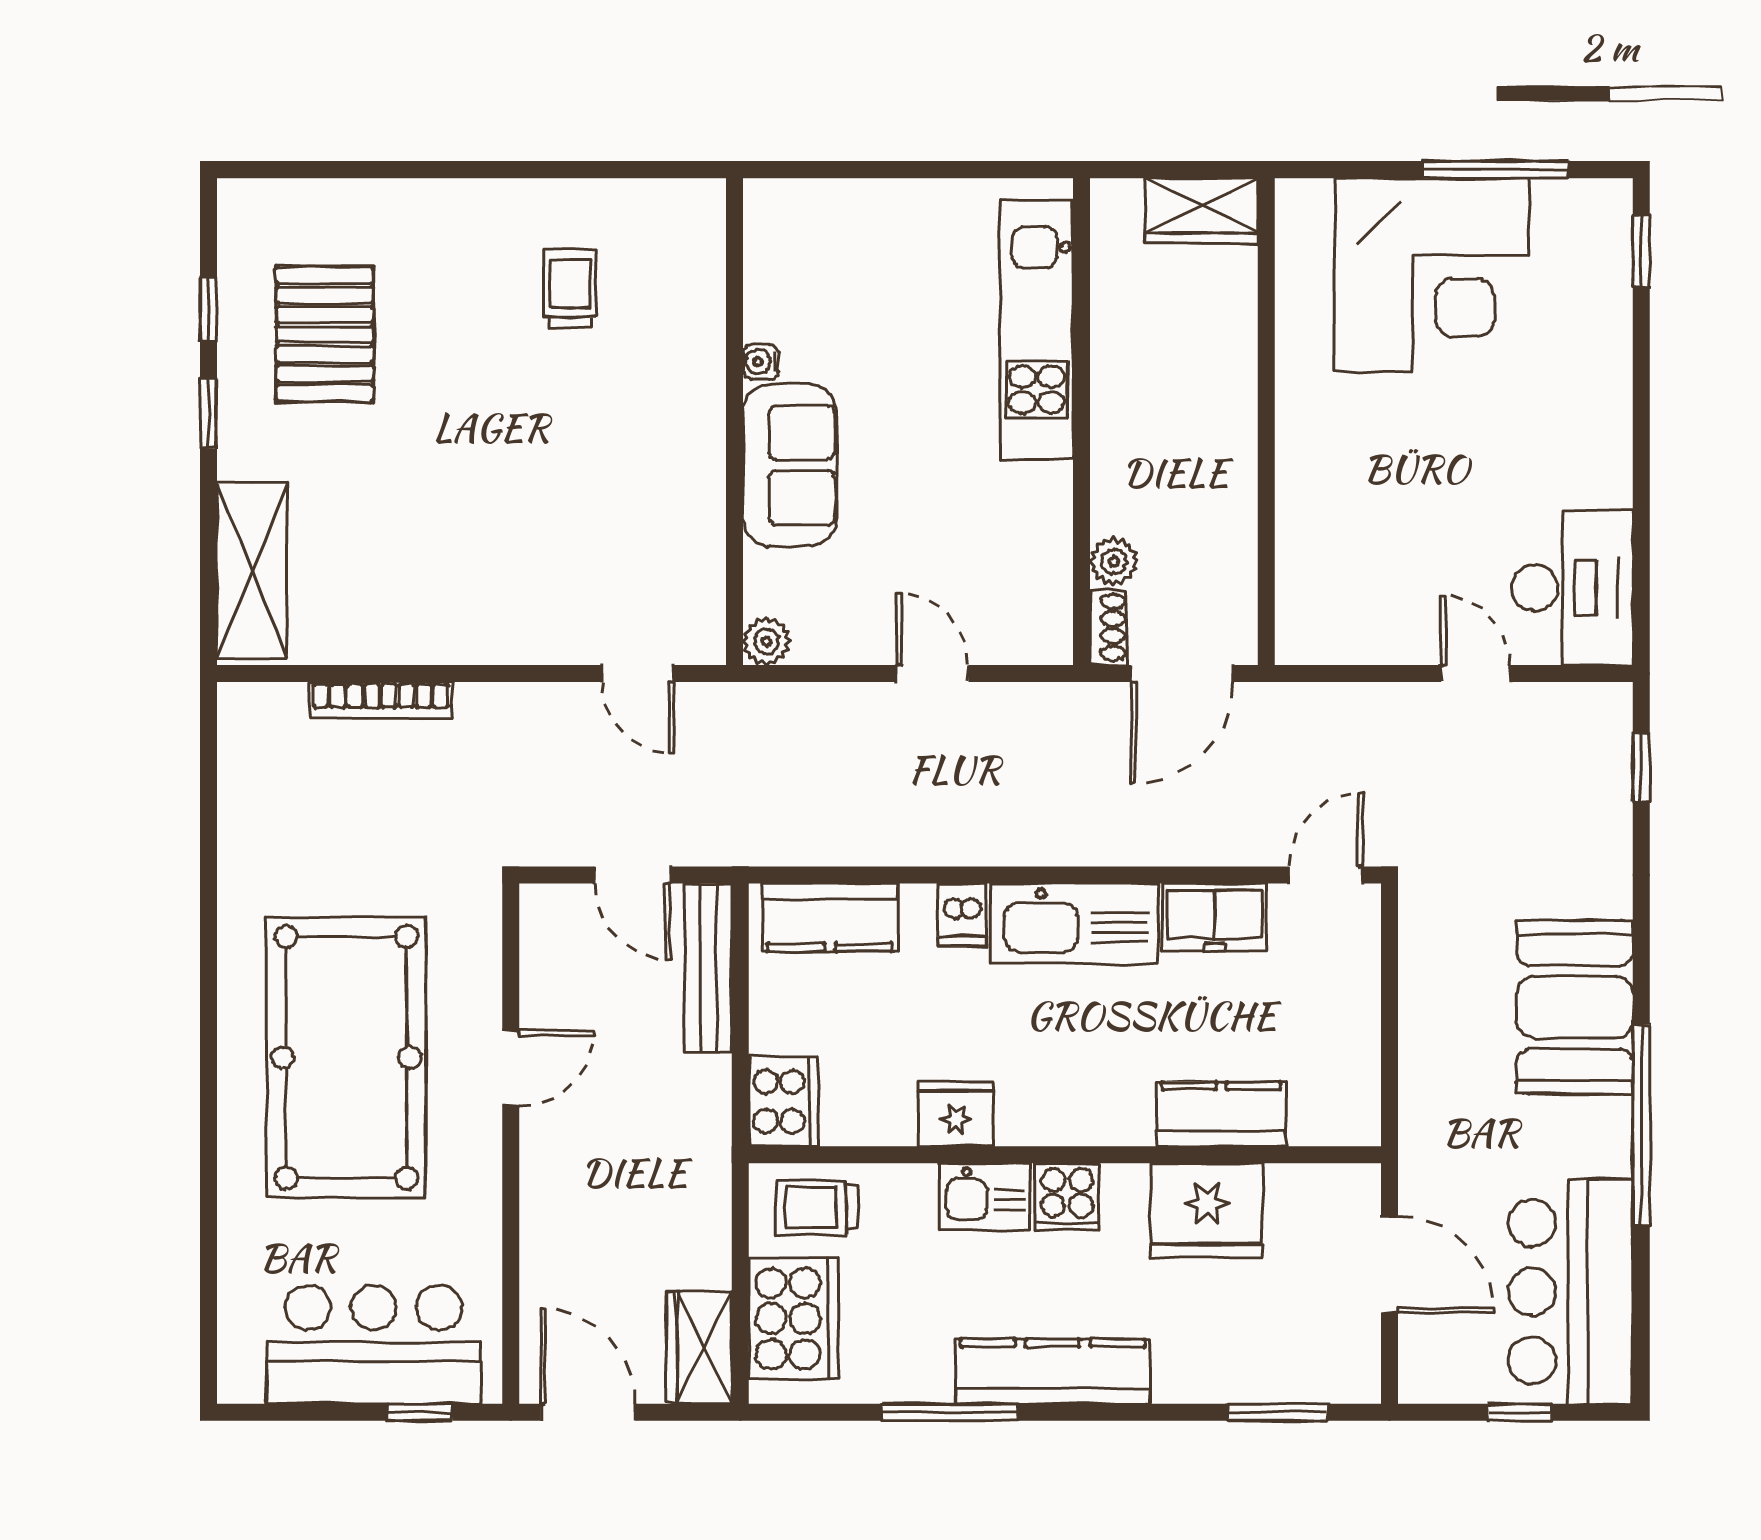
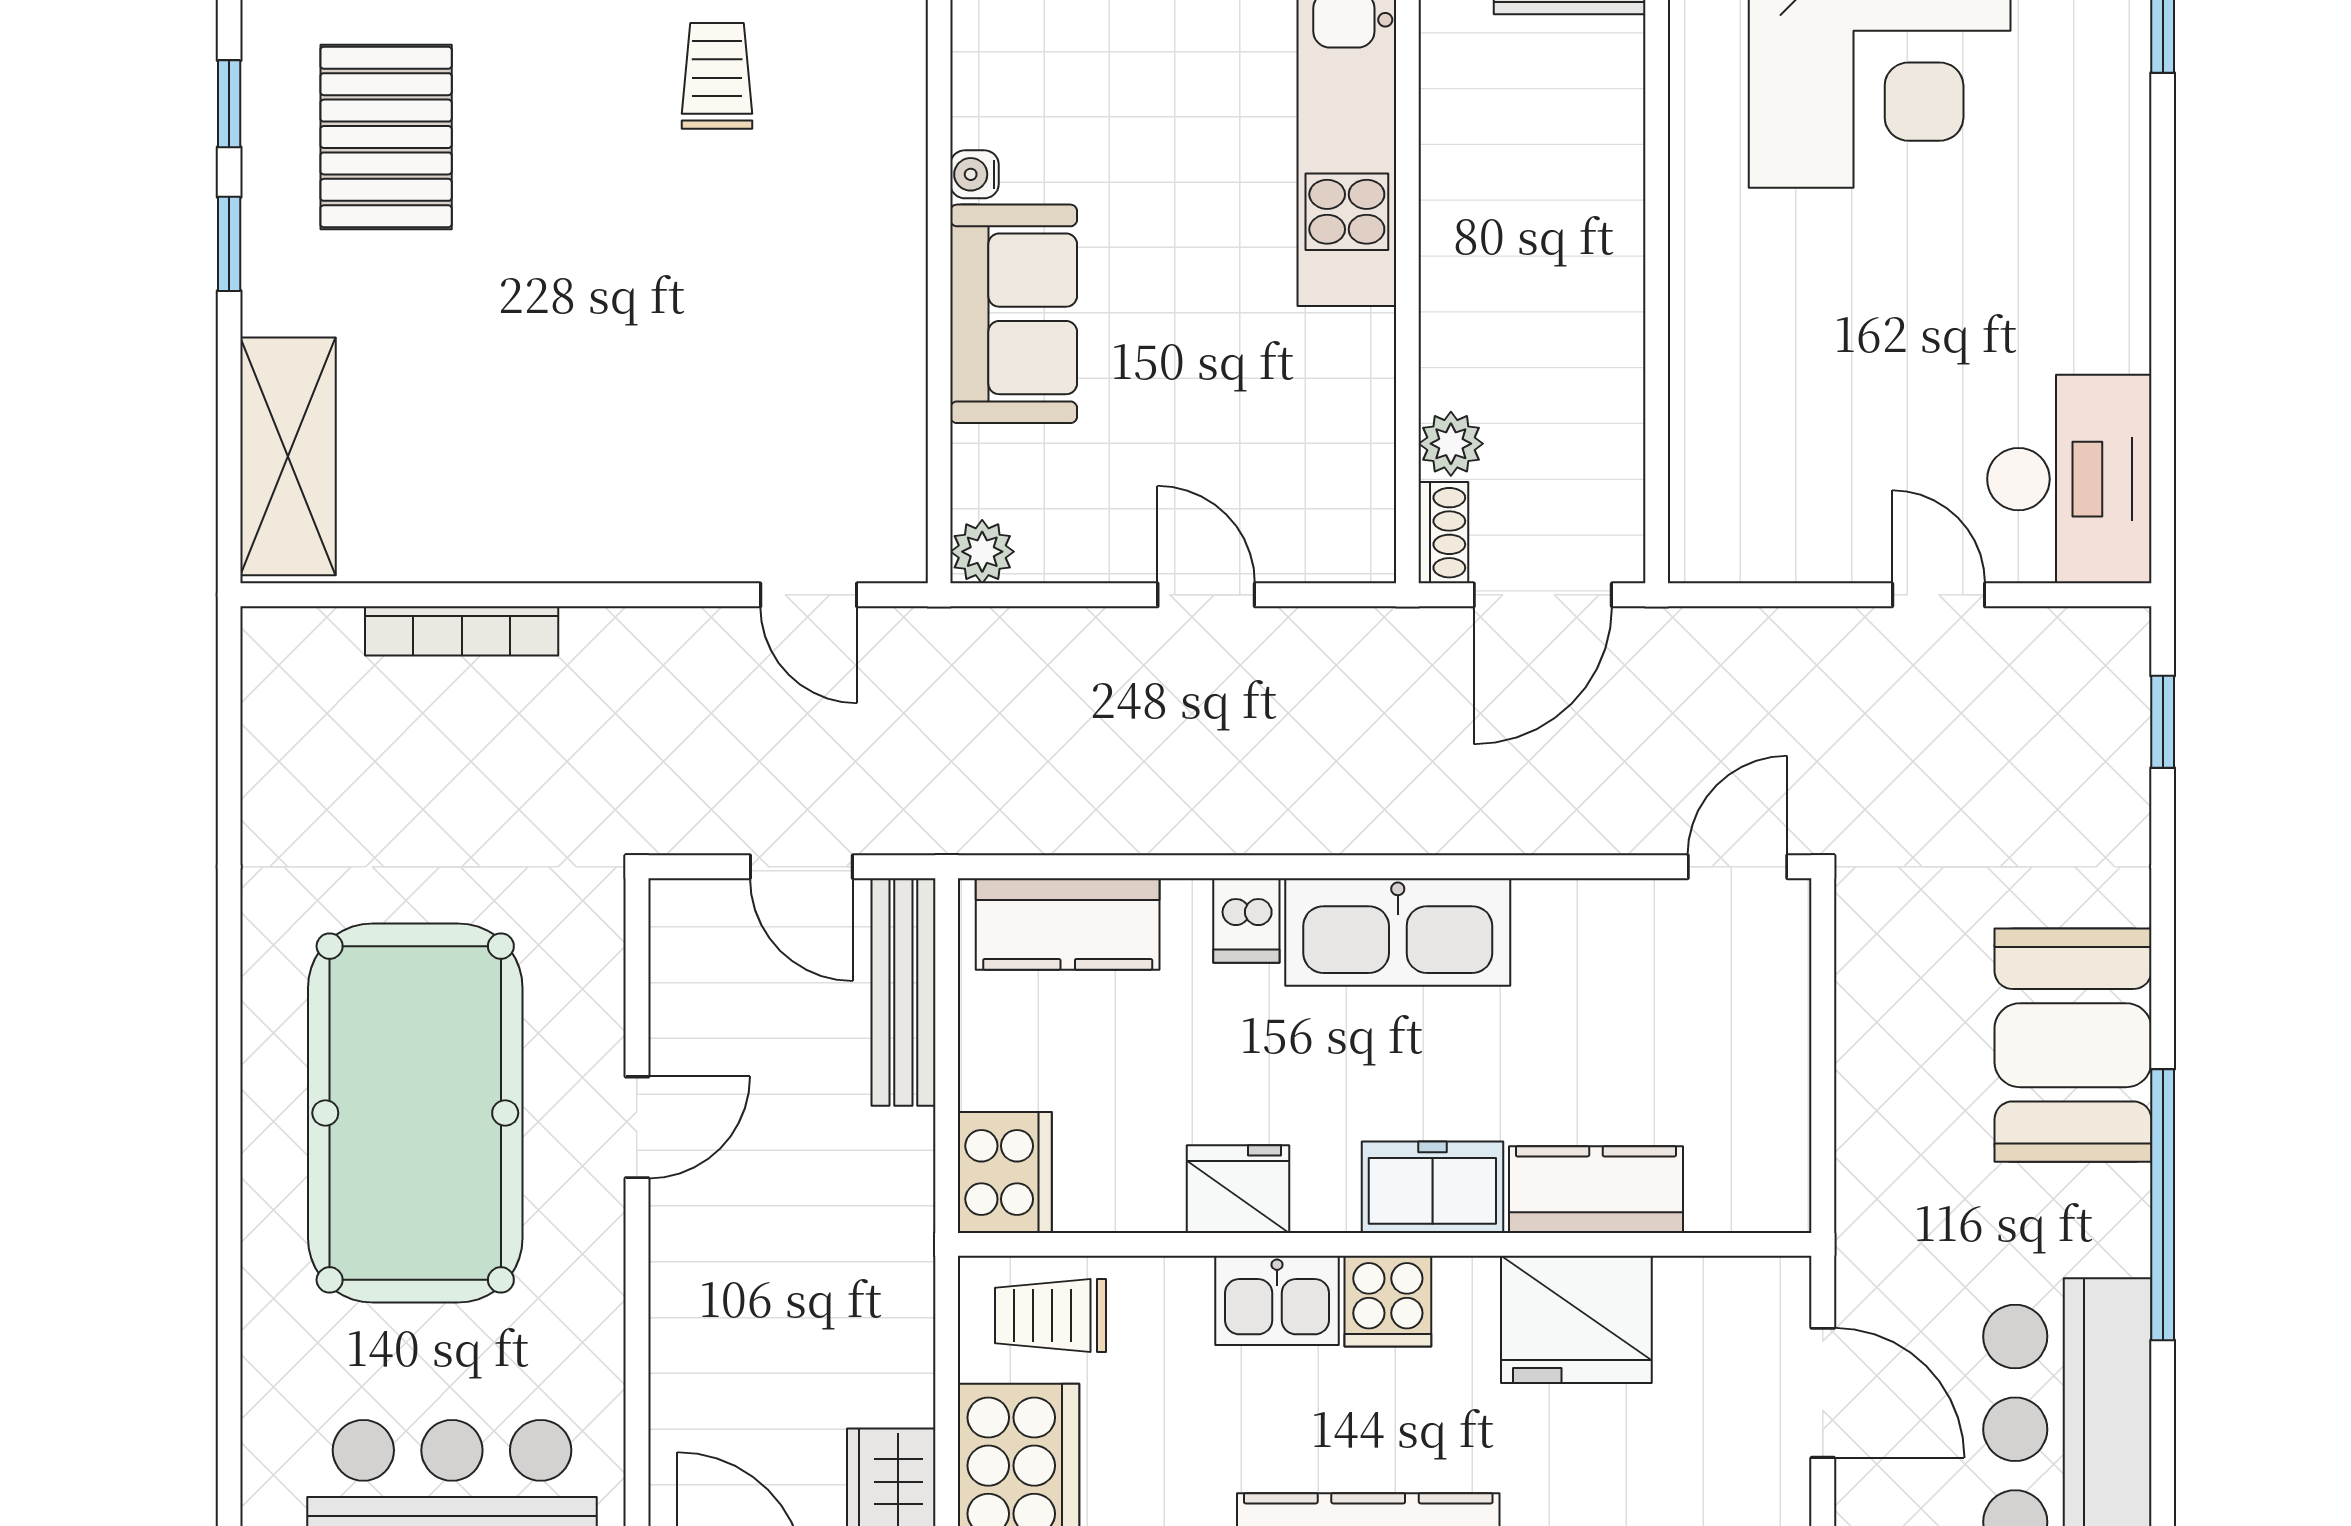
freezer: (1215, 917) -> (1432, 1187), moved, turned 180

